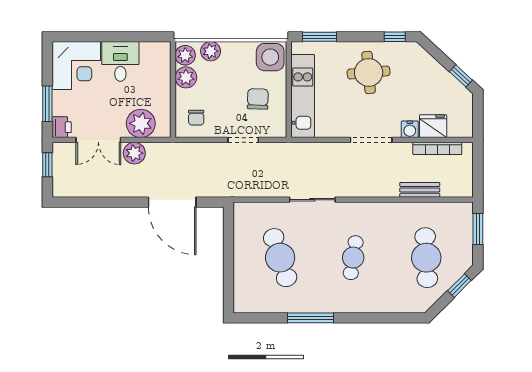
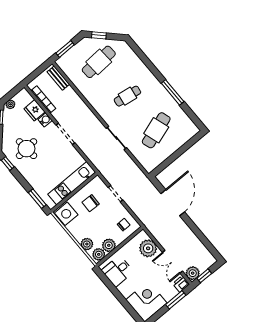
desk: (120, 61) -> (118, 271), moved
round table: (369, 72) -> (27, 149), moved
plant: (466, 102) -> (10, 104), added
double door: (98, 140) -> (173, 262), swing flipped
plant: (134, 153) -> (193, 273), moved
bench: (420, 190) -> (58, 78), moved

